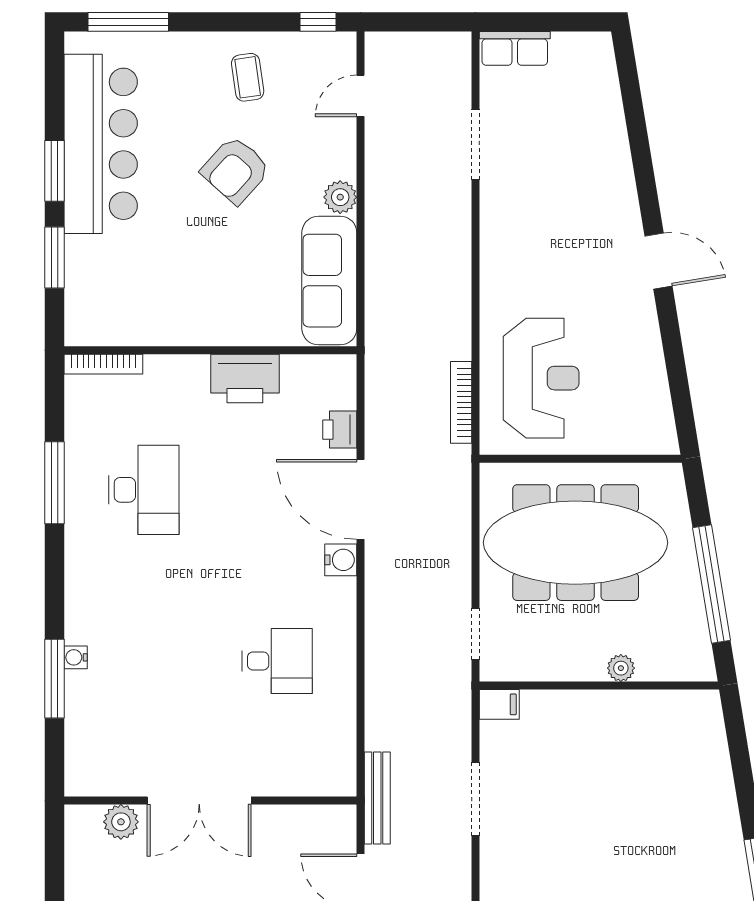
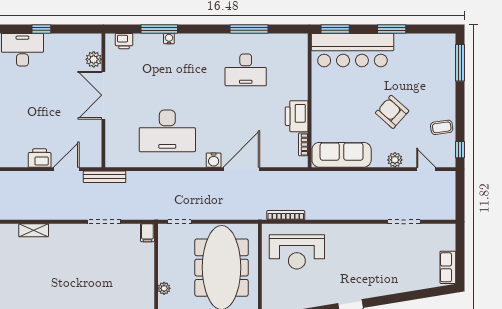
row of seats: (515, 48) -> (448, 267), moved
coffee table: (248, 77) -> (442, 127), moved
bar counter: (101, 144) -> (352, 50), moved
plant: (340, 197) -> (395, 160), moved
window: (55, 257) -> (335, 29), moved
bookcase: (103, 364) -> (303, 144), moved, width x0.64
printer: (340, 430) -> (124, 41), moved, turned 180
desk: (277, 661) -> (167, 131), width x1.87, depth x1.30

